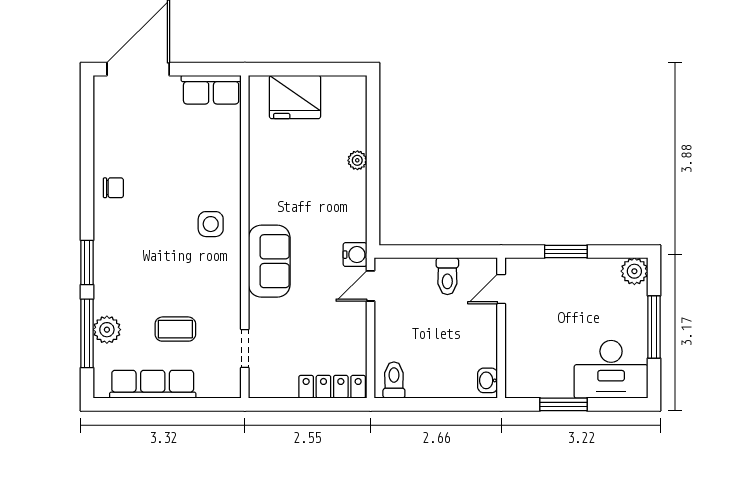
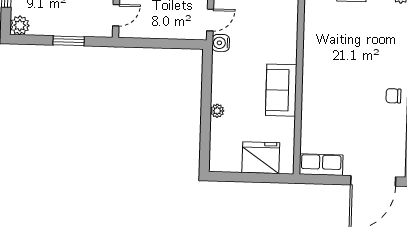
side table: (211, 224) -> (324, 68), removed
sofa: (269, 261) -> (281, 90), moved
toilet: (447, 276) -> (155, 25), removed

